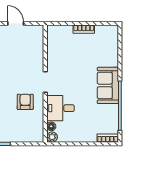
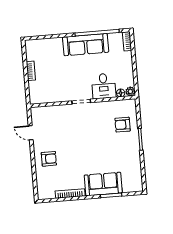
door: (16, 23) -> (31, 133), hinge flipped
sofa: (108, 85) -> (86, 45), width x1.36
armchair: (25, 102) -> (123, 125), moved

